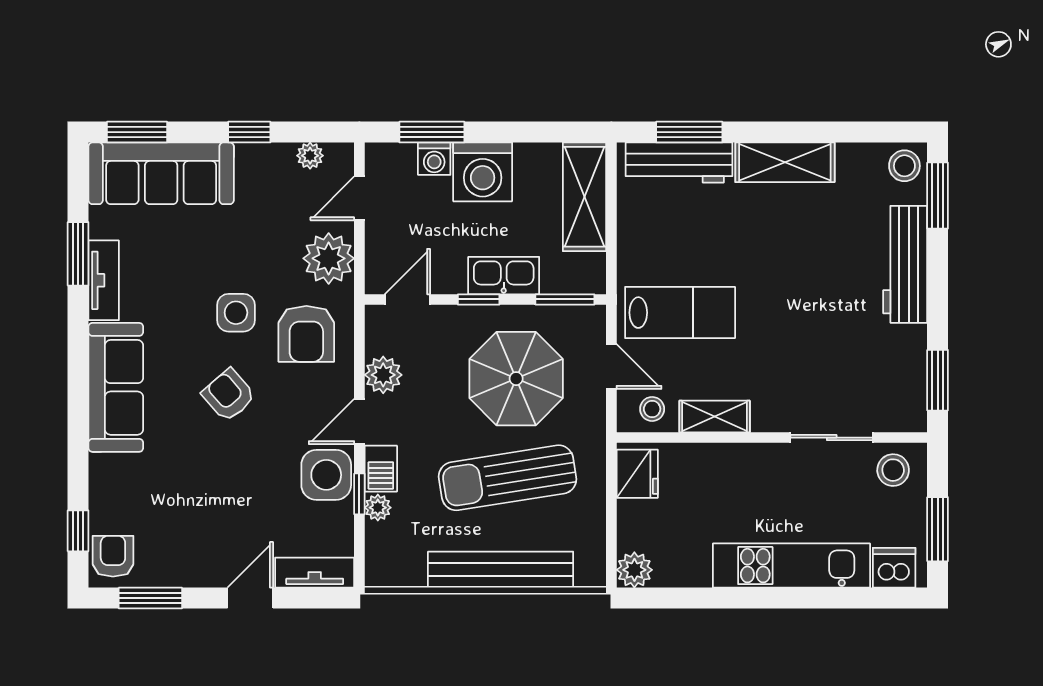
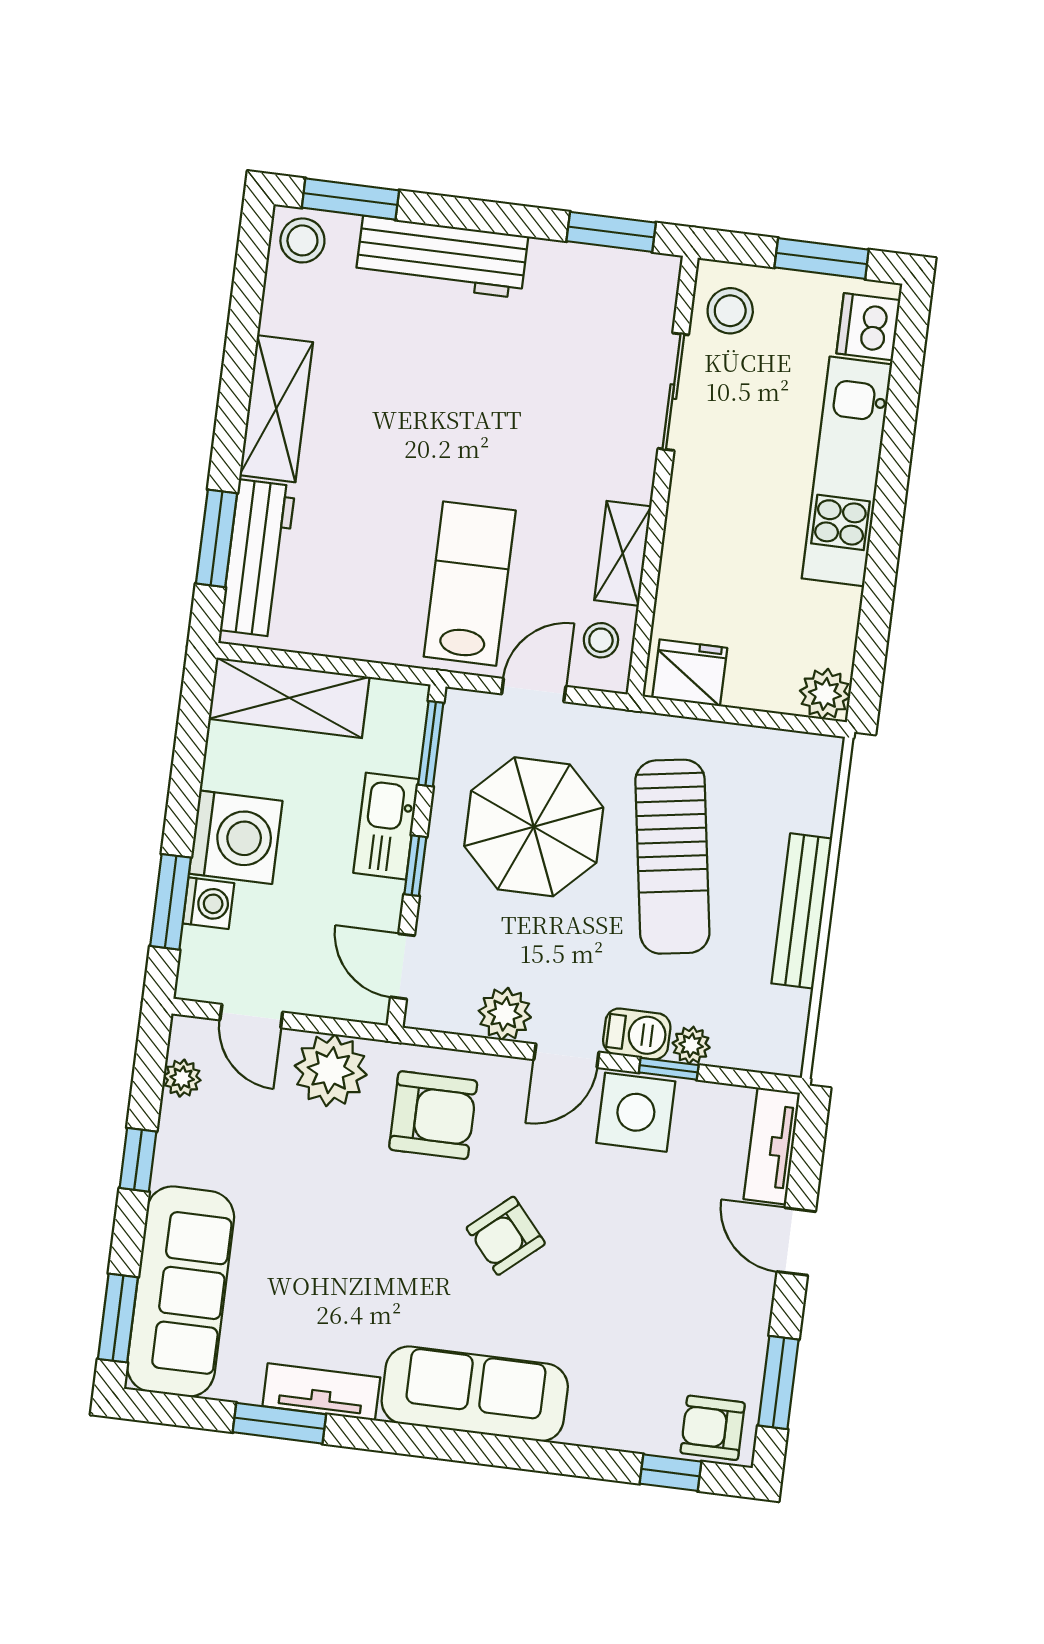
side table: (236, 313) -> (391, 1211), removed
door: (359, 422) -> (566, 1056), hinge flipped
bench: (501, 570) -> (802, 911), width x0.73, depth x0.82

